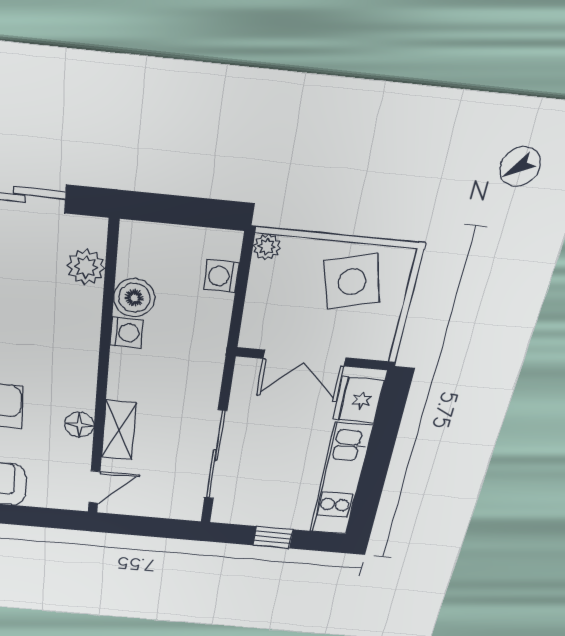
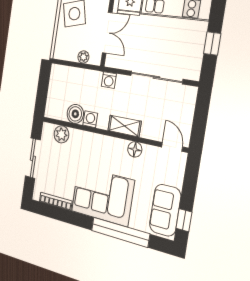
plant: (267, 247) -> (83, 57), moved
washing machine: (221, 276) -> (109, 80), moved
shelving: (119, 430) -> (124, 126), moved

